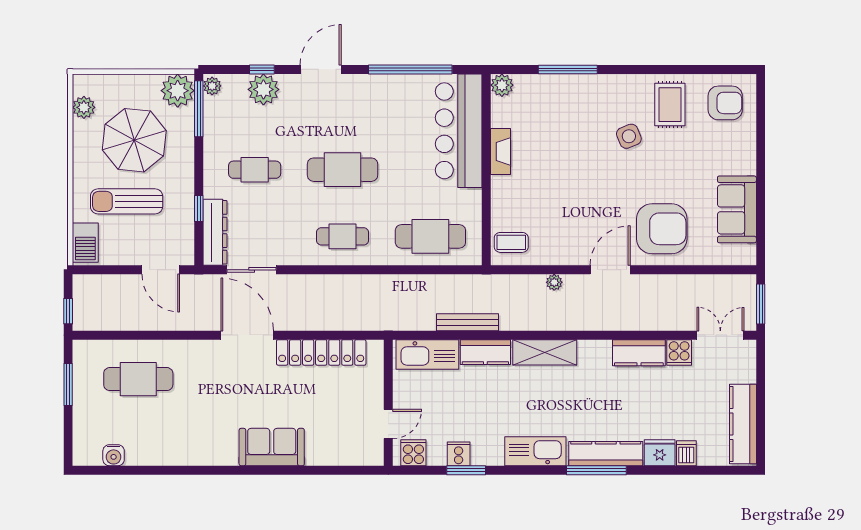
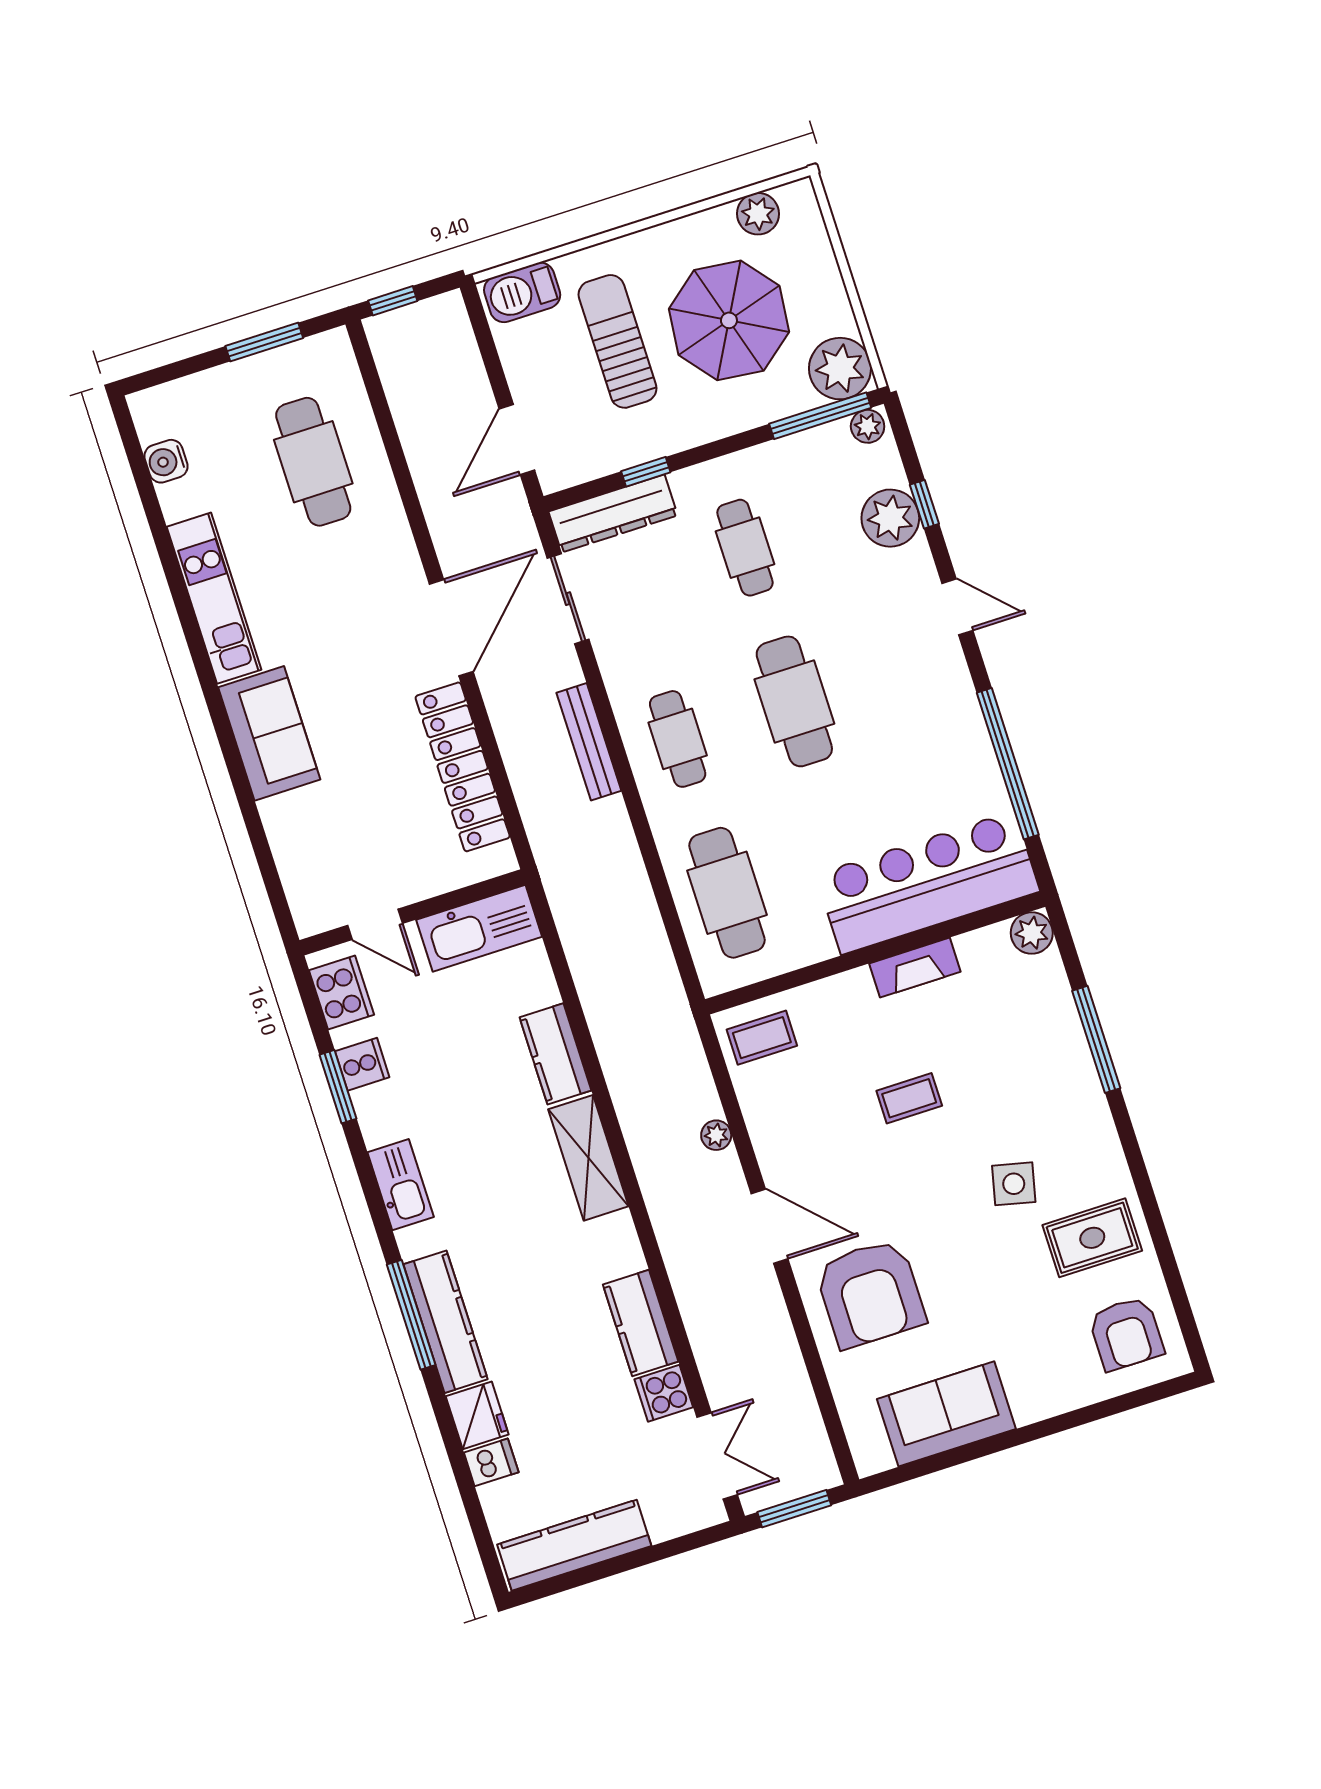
door: (321, 69) -> (957, 607), width x0.73
side table: (629, 136) -> (1014, 1184), turned 35
coffee table: (567, 176) -> (909, 1098), added
coffee table: (511, 242) -> (762, 1038), turned 90
bench: (467, 322) -> (589, 742), moved
kitchen sink: (427, 354) -> (479, 928), moved, turned -90
kitchen sink: (535, 451) -> (401, 1185), width x0.73, depth x0.81
kitchen unit: (192, 453) -> (214, 598), added
cooker: (413, 453) -> (342, 992), width x1.36

